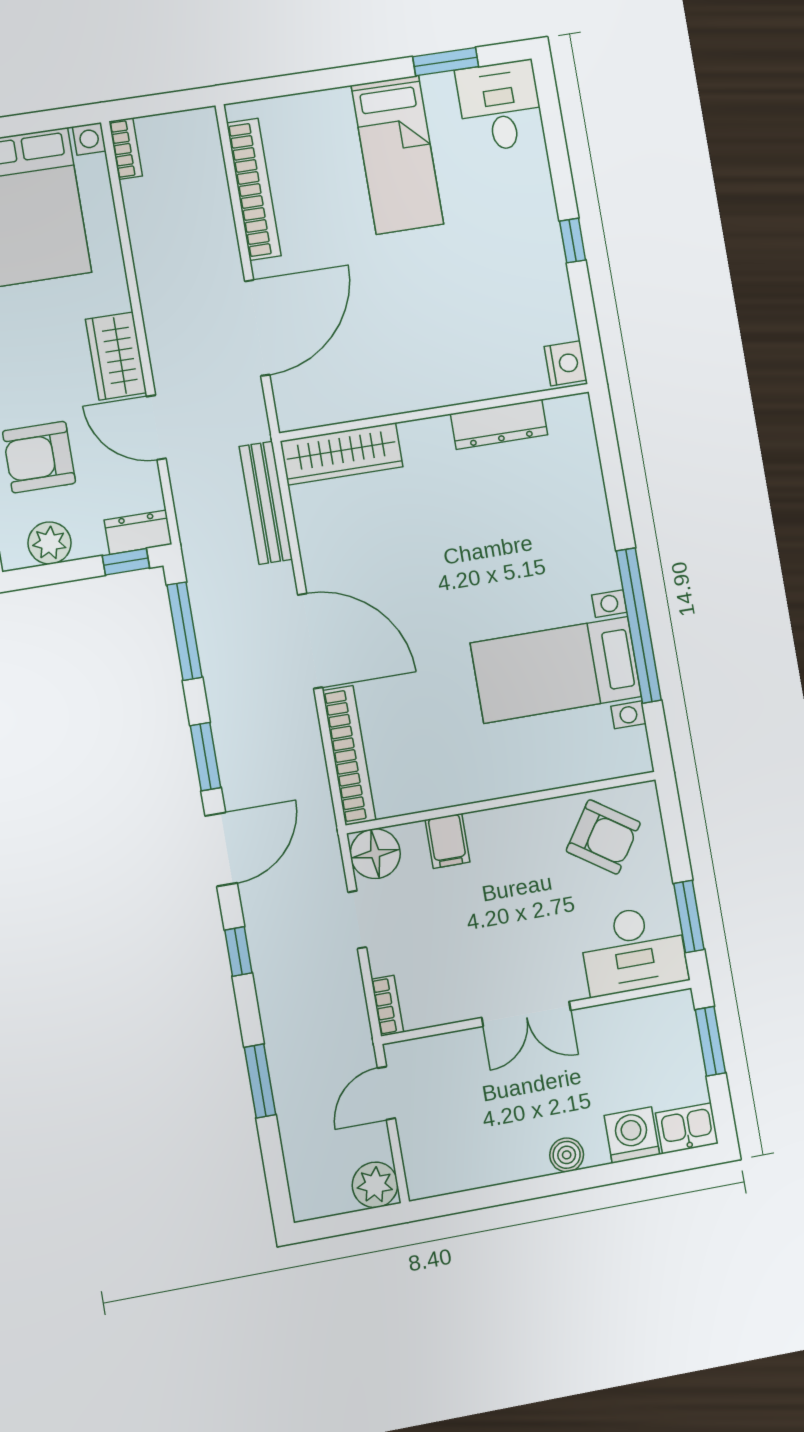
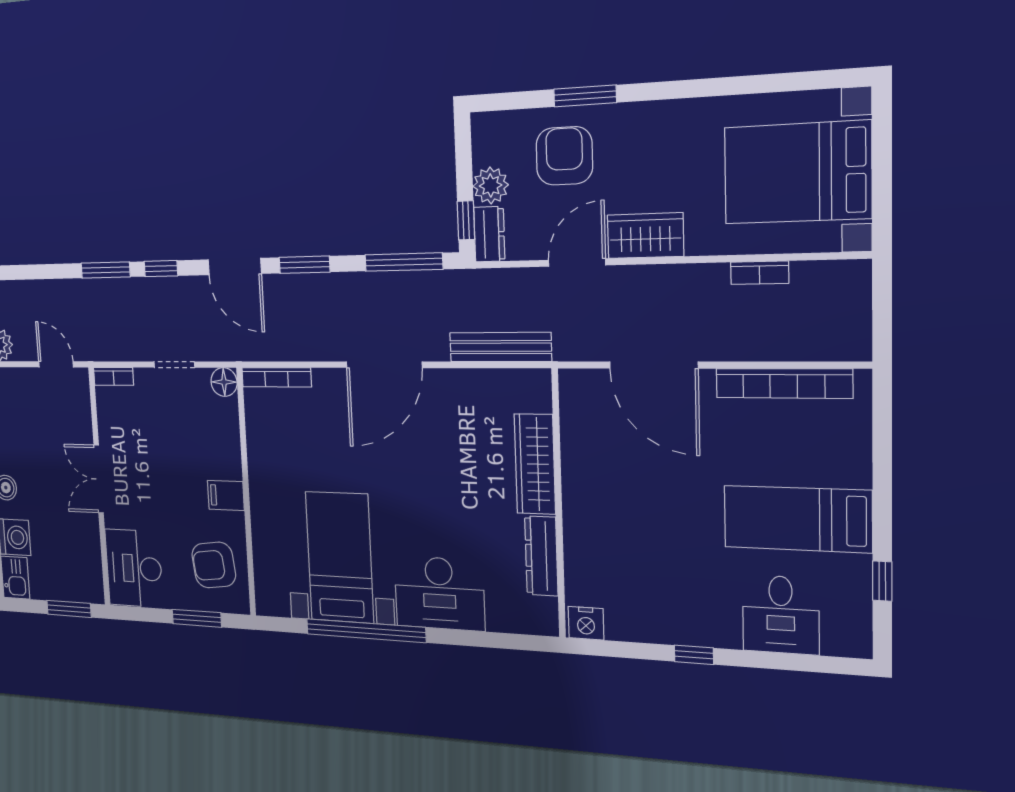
window: (446, 62) -> (882, 581), width x0.67
desk: (500, 106) -> (781, 615), moved, turned 90
bookcase: (126, 149) -> (760, 273), moved
wardrobe: (342, 454) -> (535, 464), moved
desk: (571, 539) -> (439, 593), added
plant: (50, 543) -> (491, 185), moved
bookcase: (349, 755) -> (276, 377), width x0.68, depth x0.76
armchair: (603, 837) -> (214, 565), turned 49
filing cabinet: (447, 841) -> (226, 495), moved
floor lamp: (375, 854) -> (224, 382), width x0.73, depth x0.73
window: (689, 916) -> (197, 618), moved
window: (260, 1081) -> (106, 270), moved

